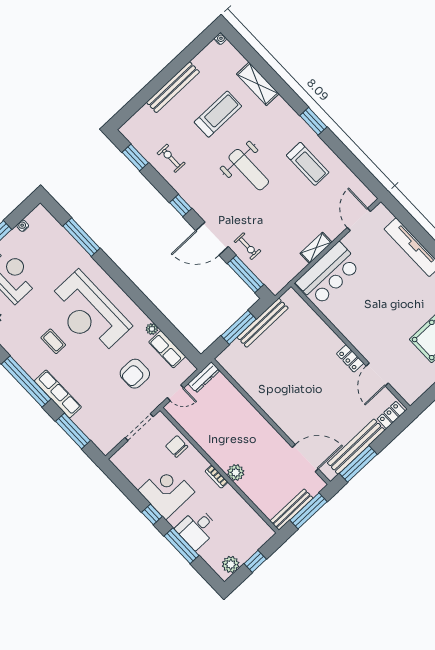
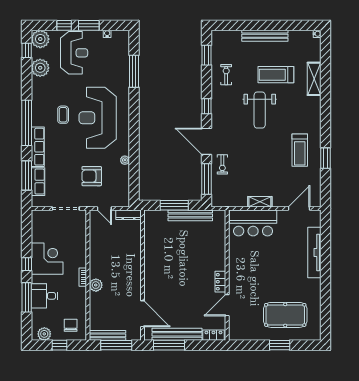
treadmill: (218, 114) -> (276, 75), turned 180
window: (313, 121) -> (326, 158), moved
weight bench: (249, 170) -> (260, 110), moved
row of seats: (167, 349) -> (38, 182), moved, turned 180
chair: (177, 446) -> (71, 325), moved

